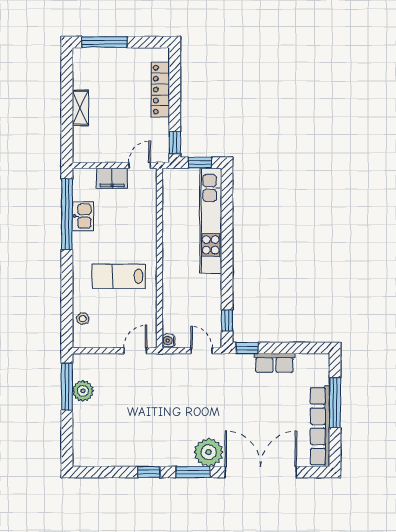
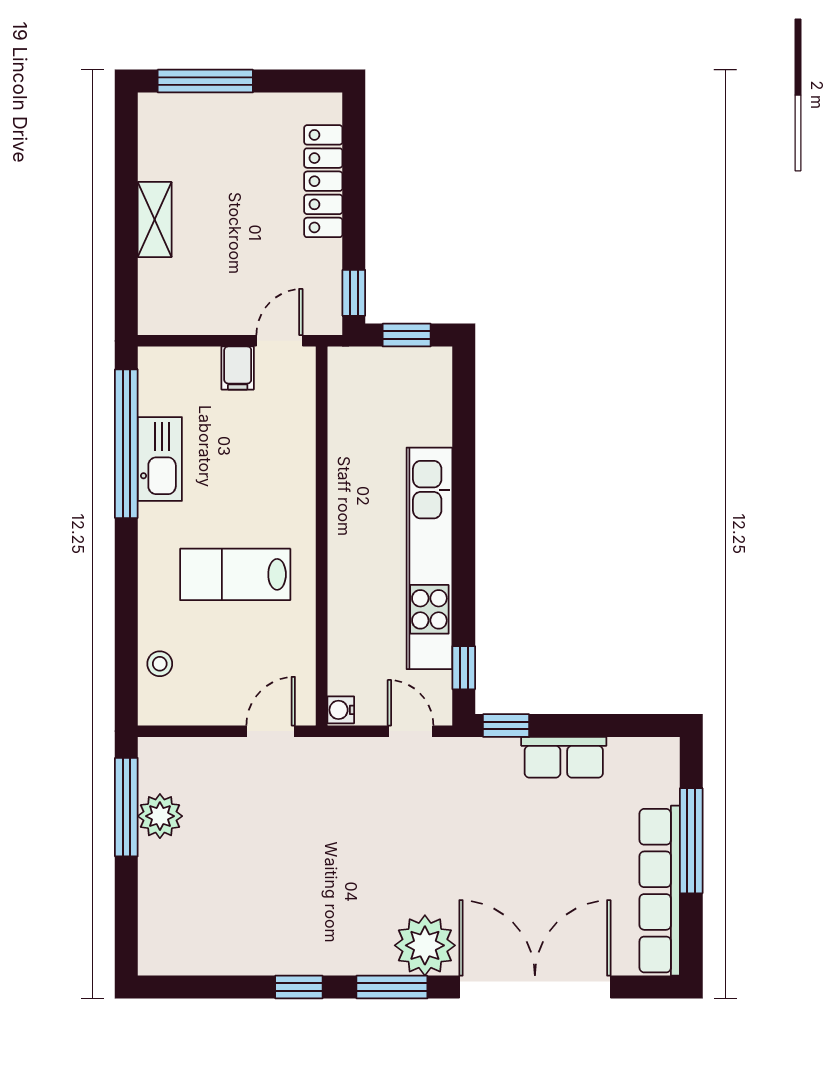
filing cabinet: (112, 178) -> (238, 368), width x0.50
kitchen sink: (83, 216) -> (160, 459), width x1.38
kitchen unit: (211, 221) -> (429, 558), moved

